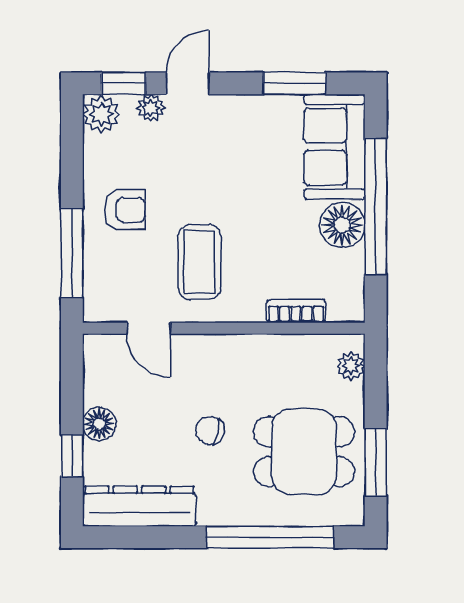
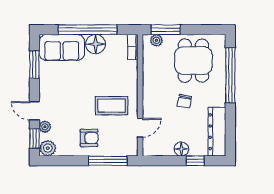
armchair: (125, 210) -> (89, 138), turned 90
bookcase: (296, 311) -> (133, 47), moved
window: (376, 462) -> (166, 30), moved

